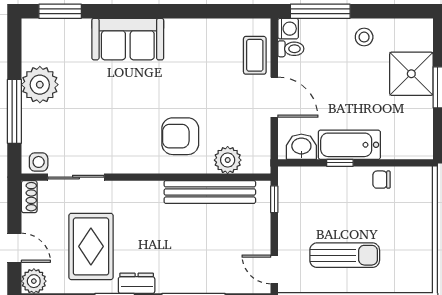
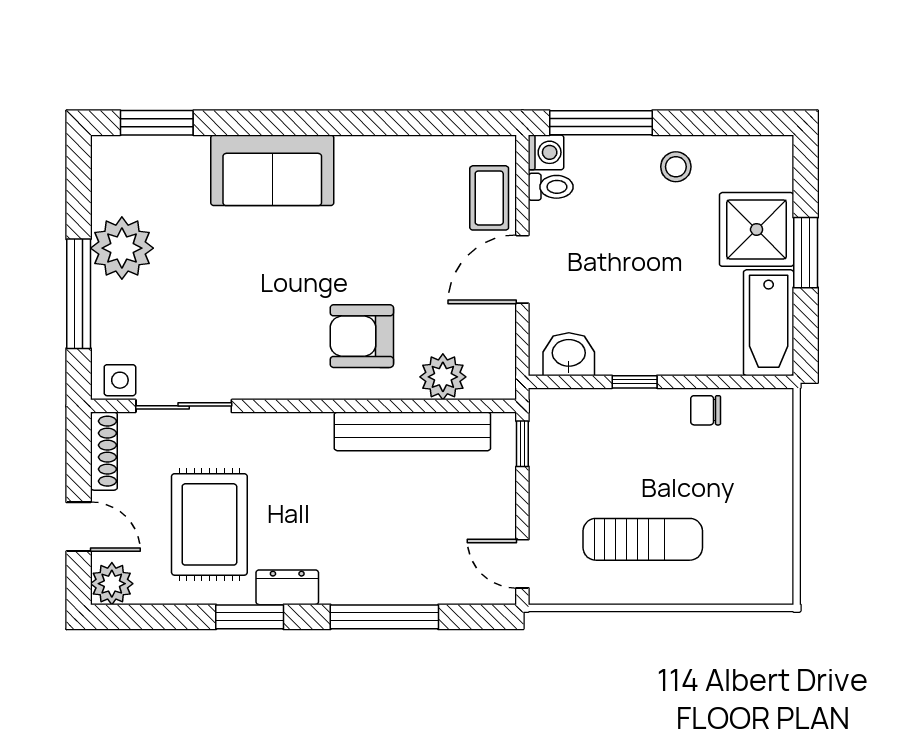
door: (274, 97) -> (522, 269), swing flipped
bathtub: (349, 145) -> (769, 323), moved, turned -90
shoe rack: (29, 197) -> (104, 451), width x1.43

